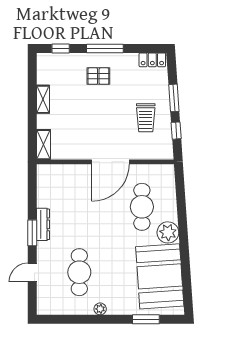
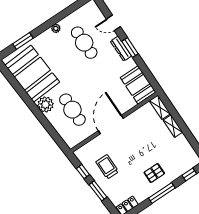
shelving: (43, 99) -> (173, 126), moved
booth: (51, 186) -> (138, 85), added
dresser: (43, 224) -> (121, 49), moved
door: (32, 272) -> (113, 23), swing flipped

